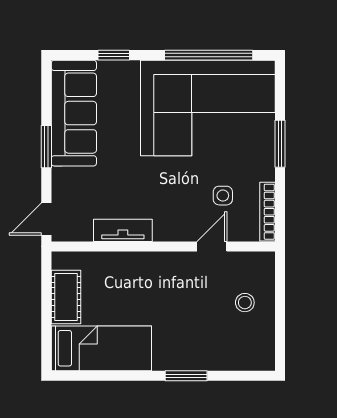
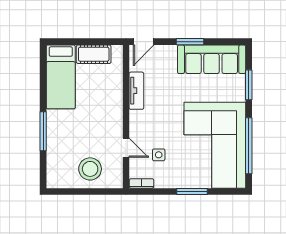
window: (114, 55) -> (249, 85), width x1.50
bookcase: (267, 212) -> (142, 183), width x0.64
door: (46, 219) -> (144, 42), swing flipped
stool: (245, 303) -> (90, 169), width x1.89, depth x1.89
window: (186, 376) -> (43, 131), width x1.44

